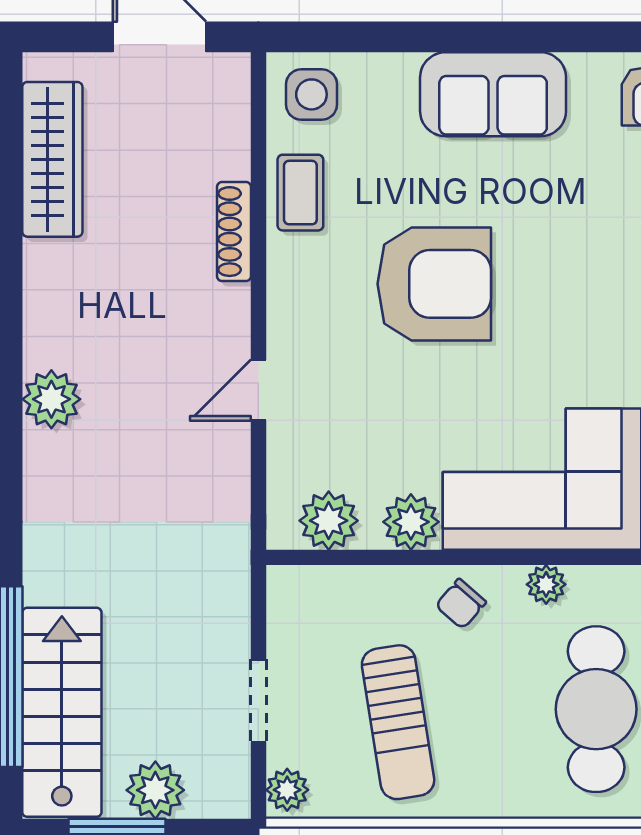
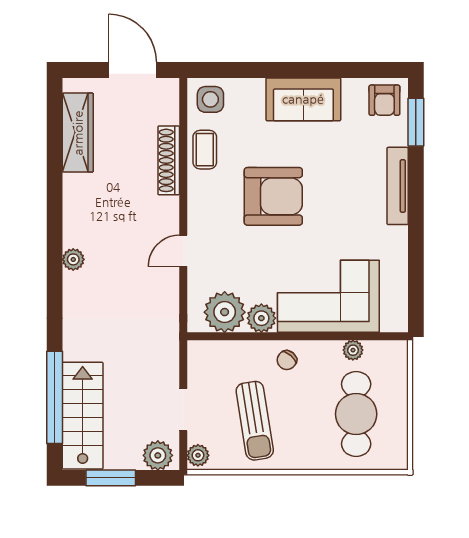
shoe rack: (234, 232) -> (169, 160), width x1.36, depth x1.24
plant: (51, 399) -> (73, 259), width x0.73, depth x0.73
plant: (329, 521) -> (225, 312), width x1.36, depth x1.36
plant: (546, 584) -> (353, 350), moved
plant: (155, 790) -> (158, 455), moved

